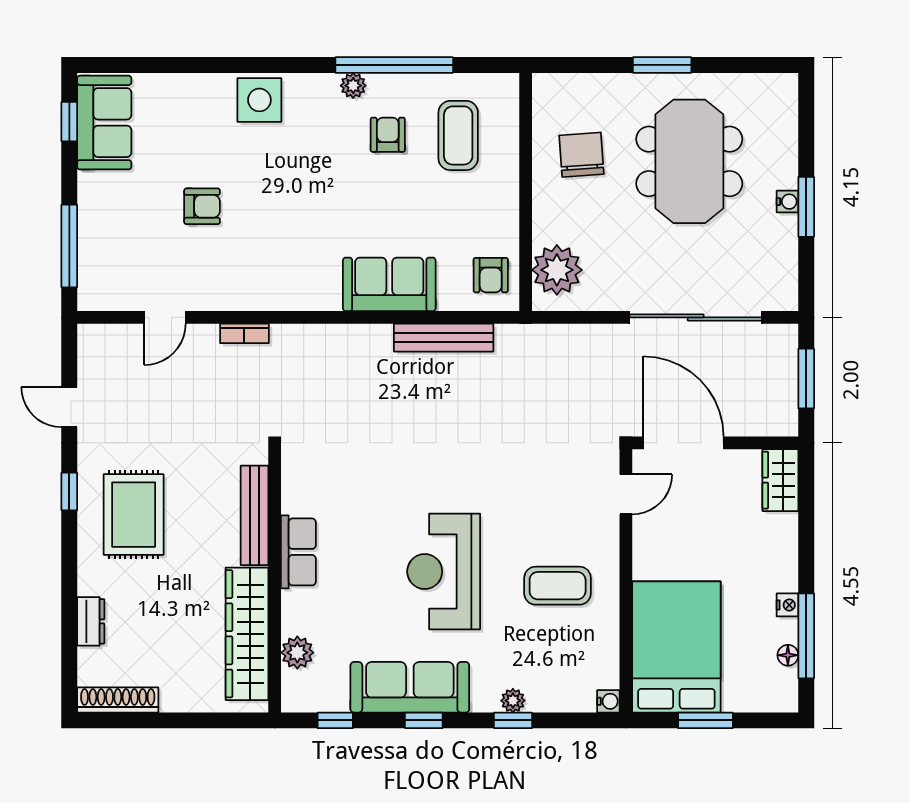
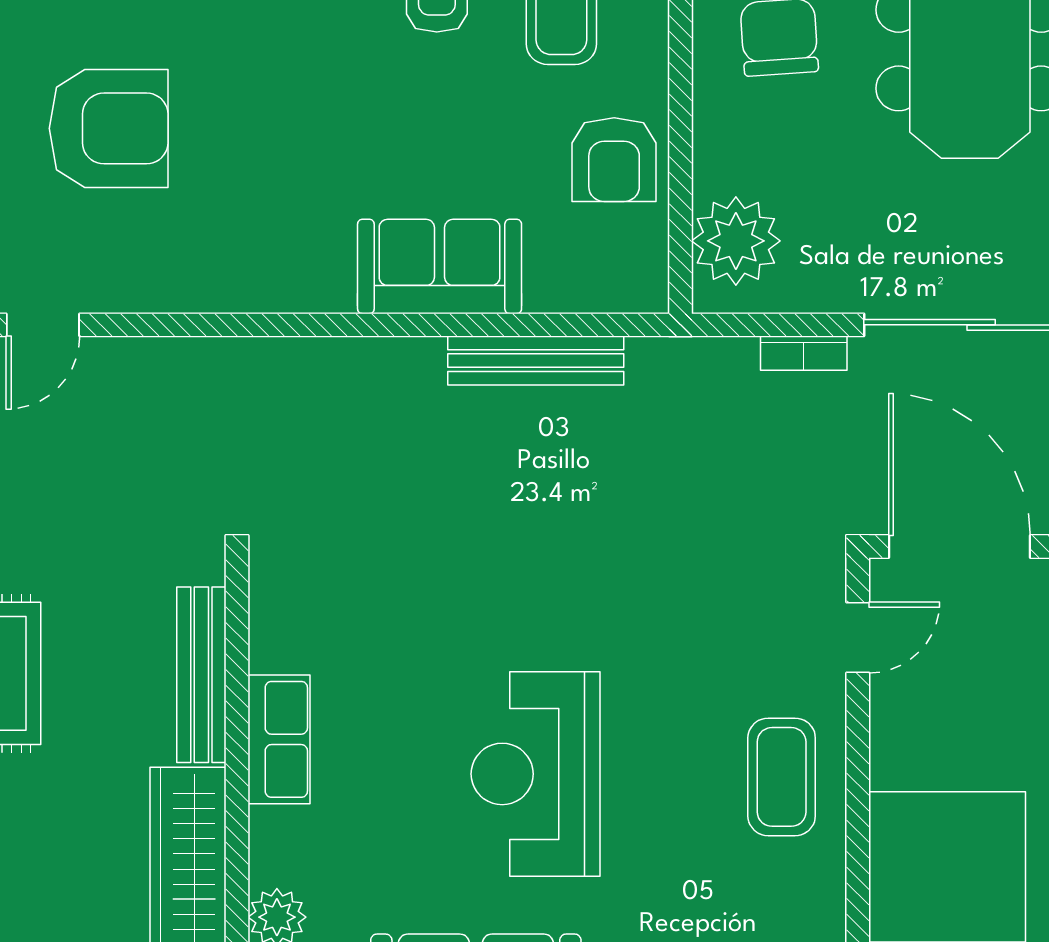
armchair: (202, 206) -> (109, 128), width x1.88, depth x1.88
armchair: (491, 275) -> (614, 160), moved, width x1.38, depth x1.38
bookcase: (244, 333) -> (804, 353), moved
coffee table: (558, 586) -> (782, 777), moved, turned 90

